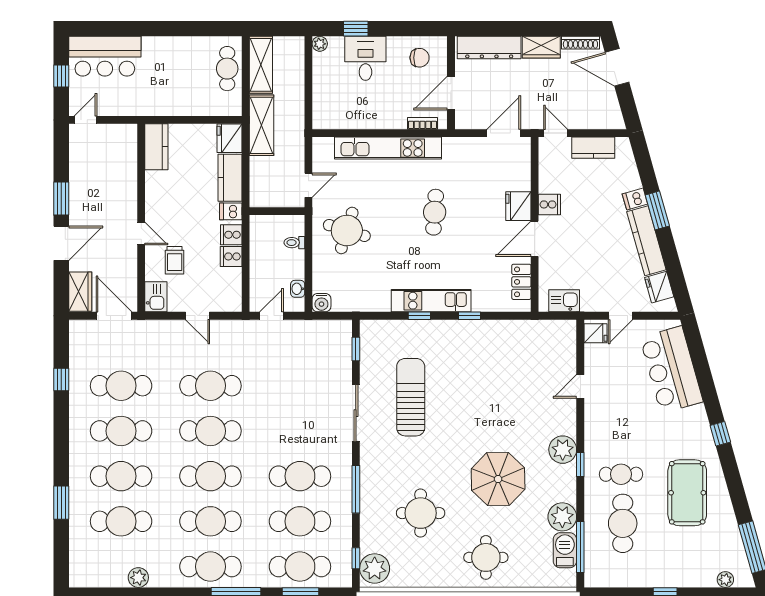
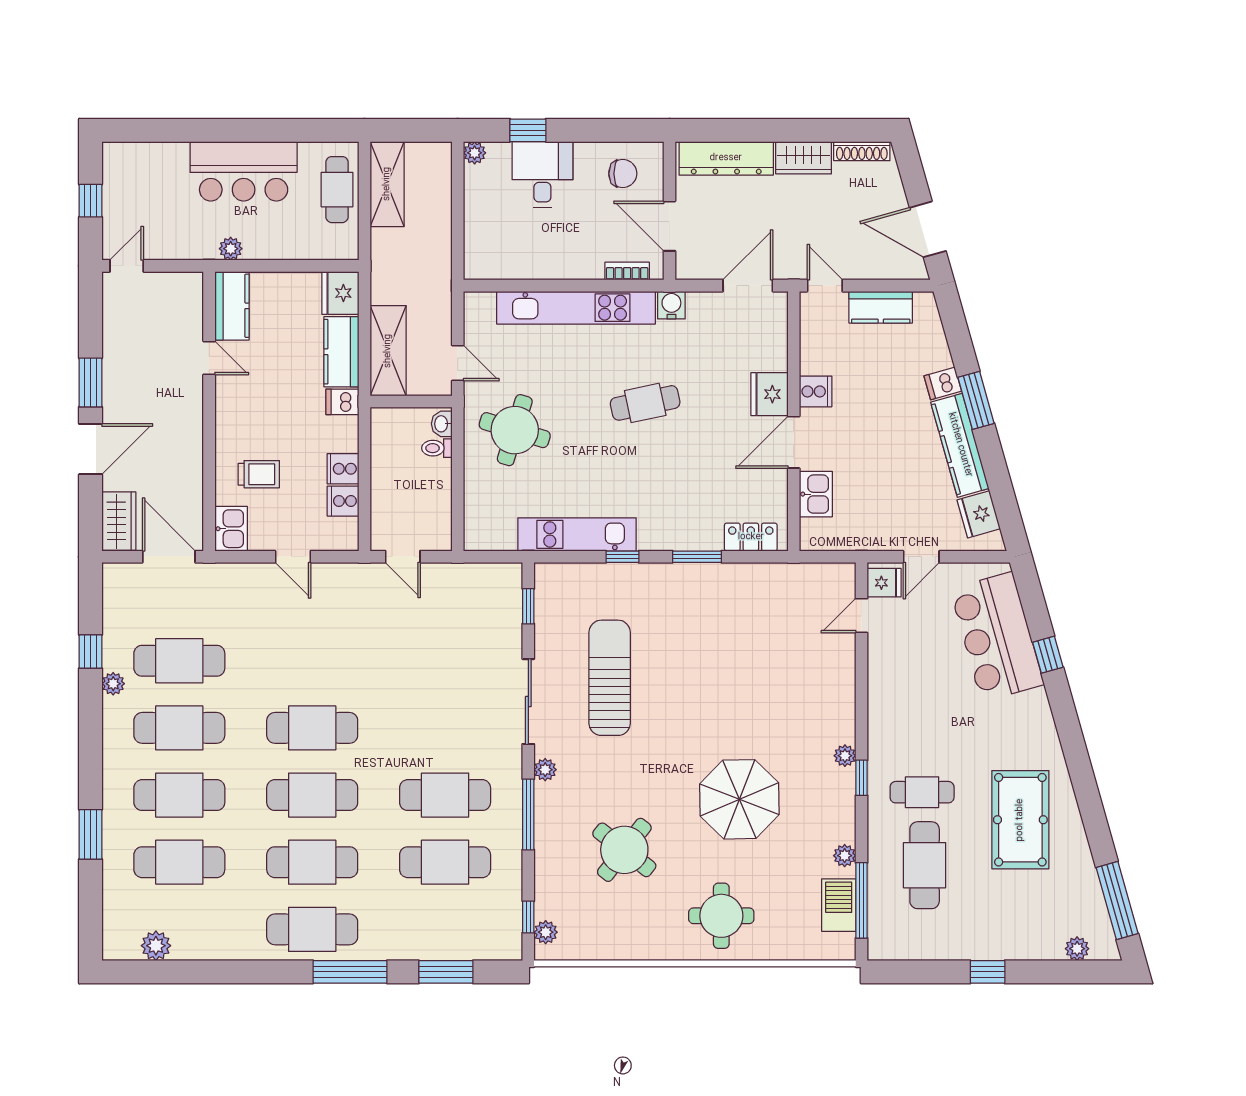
bar counter: (105, 56) -> (244, 171), moved
door: (617, 67) -> (928, 229), moved
door: (451, 93) -> (669, 226), hinge flipped
plant: (156, 108) -> (231, 249), added
shelving: (262, 125) -> (388, 351), moved
door: (308, 185) -> (458, 363), hinge flipped
cafe table: (435, 212) -> (645, 403), turned 74
door: (141, 233) -> (209, 358), moved
cooker: (231, 235) -> (343, 501), moved
trolley: (175, 260) -> (259, 474), turned -90
locker: (521, 282) -> (751, 537), moved, turned 90
washbasin: (298, 289) -> (442, 424), moved
kitchen unit: (431, 301) -> (577, 534), moved
kitchen sink: (564, 301) -> (816, 494), moved, turned 90
water cooler: (321, 303) -> (671, 305), moved, turned 180
door: (271, 316) -> (403, 557), swing flipped
window: (469, 316) -> (697, 557), width x1.50
cafe table: (210, 386) -> (312, 661), removed
door: (580, 386) -> (861, 616), moved
plant: (76, 401) -> (113, 684), added
window: (720, 434) -> (1048, 655), moved
plant: (563, 450) -> (845, 756), width x0.53, depth x0.53
plant: (367, 459) -> (545, 770), added
round table: (421, 513) -> (624, 850), turned 38
plant: (562, 517) -> (845, 856), width x0.53, depth x0.53
cafe table: (300, 567) -> (445, 929), removed
plant: (375, 568) -> (546, 932), width x0.53, depth x0.53
plant: (138, 578) -> (156, 946), moved

